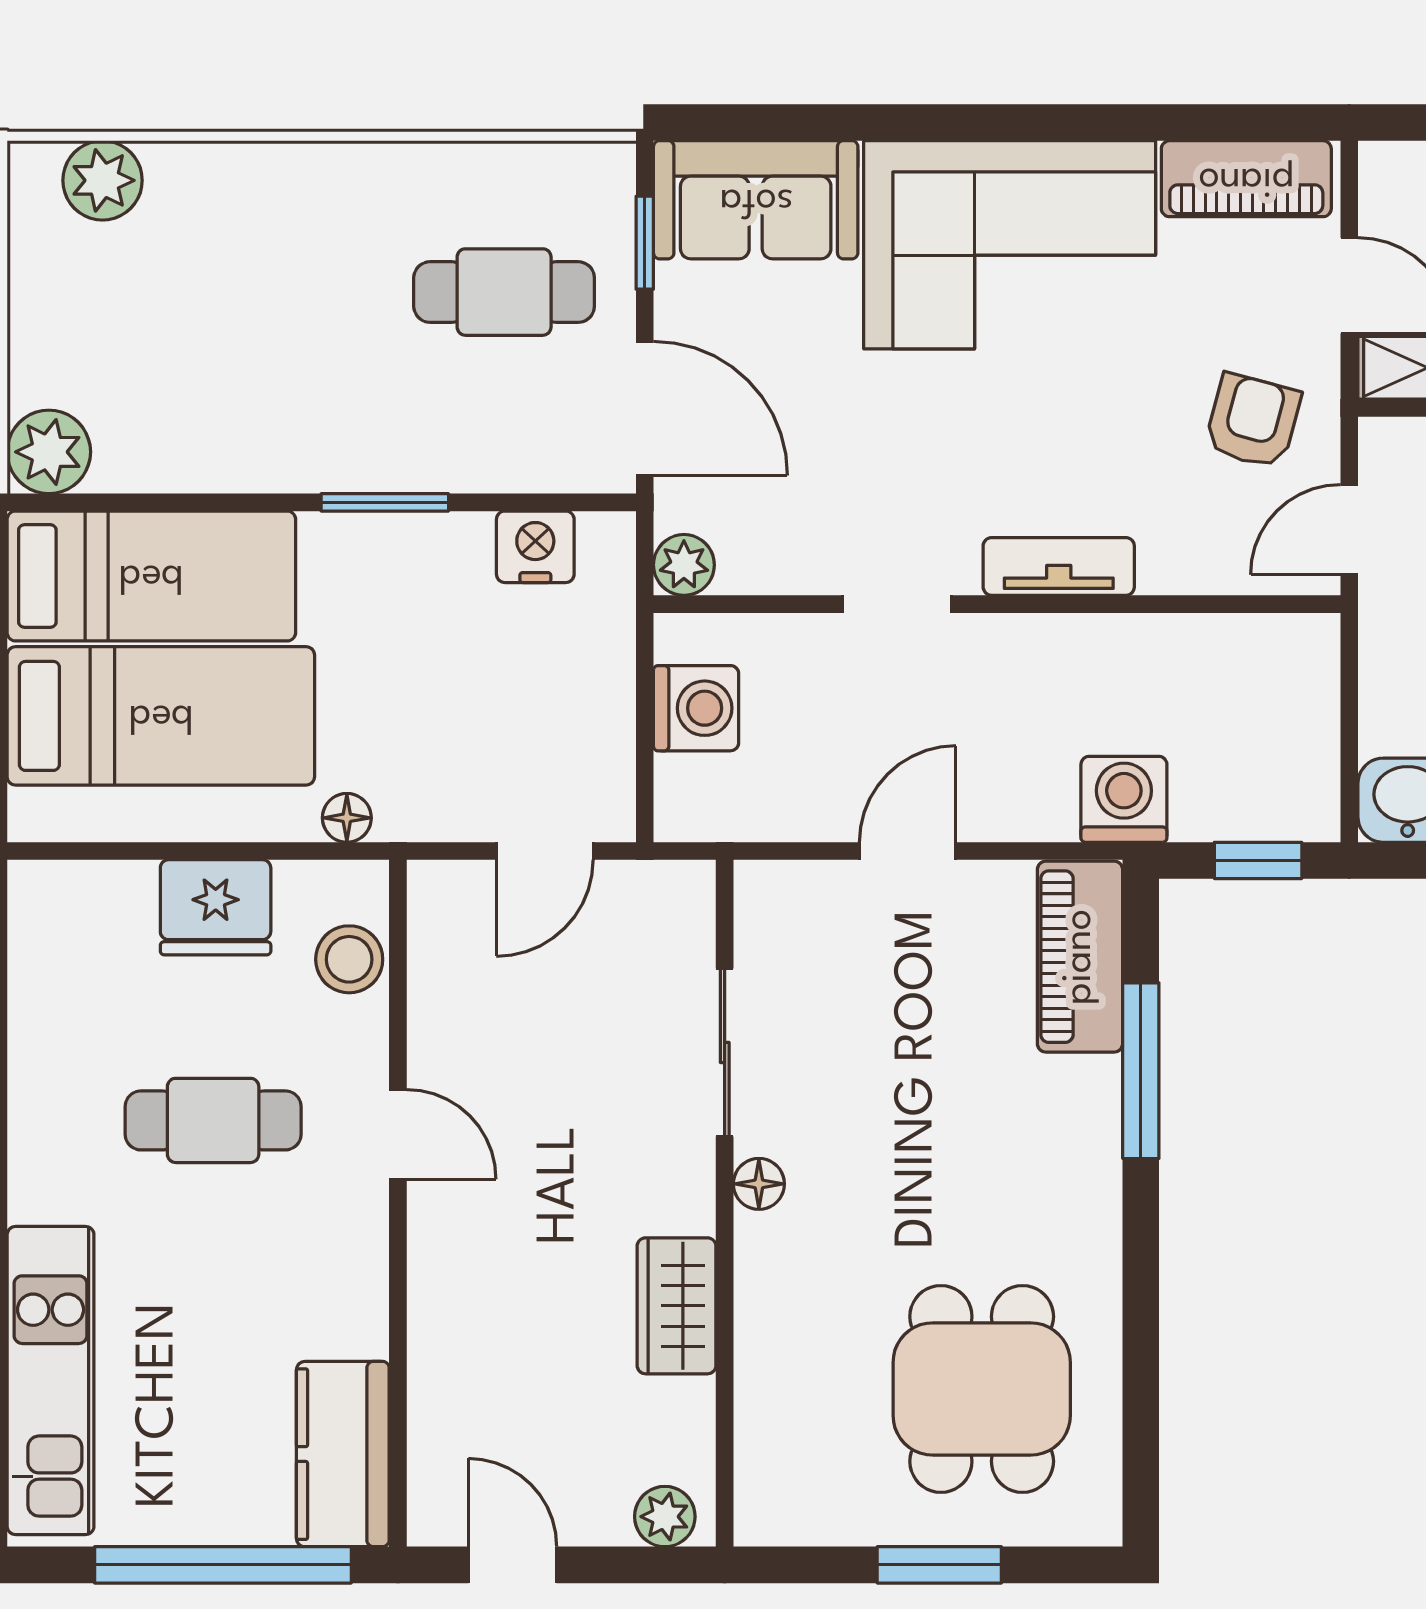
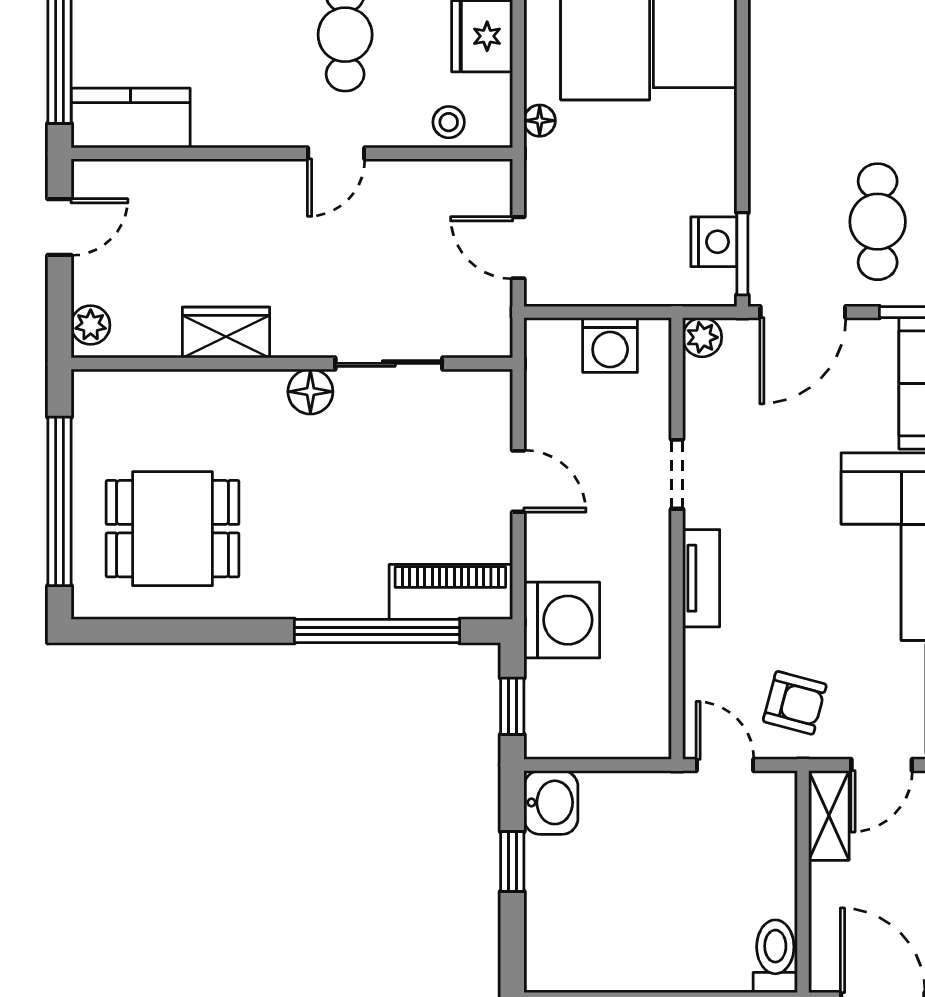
window: (385, 502) -> (742, 254), moved
washing machine: (1124, 799) -> (562, 620), width x1.37, depth x1.37
stool: (349, 959) -> (449, 122), width x0.73, depth x0.73
window: (1141, 1071) -> (377, 631), width x1.46
floor lamp: (759, 1184) -> (310, 392), width x1.37, depth x1.37
window: (939, 1565) -> (59, 501), width x2.11

